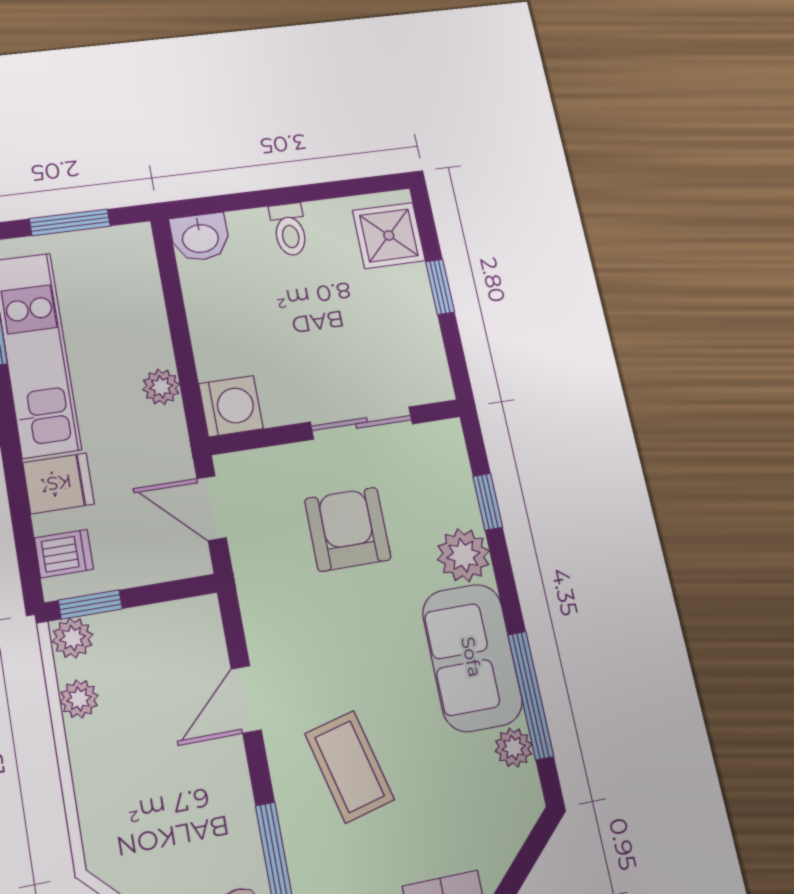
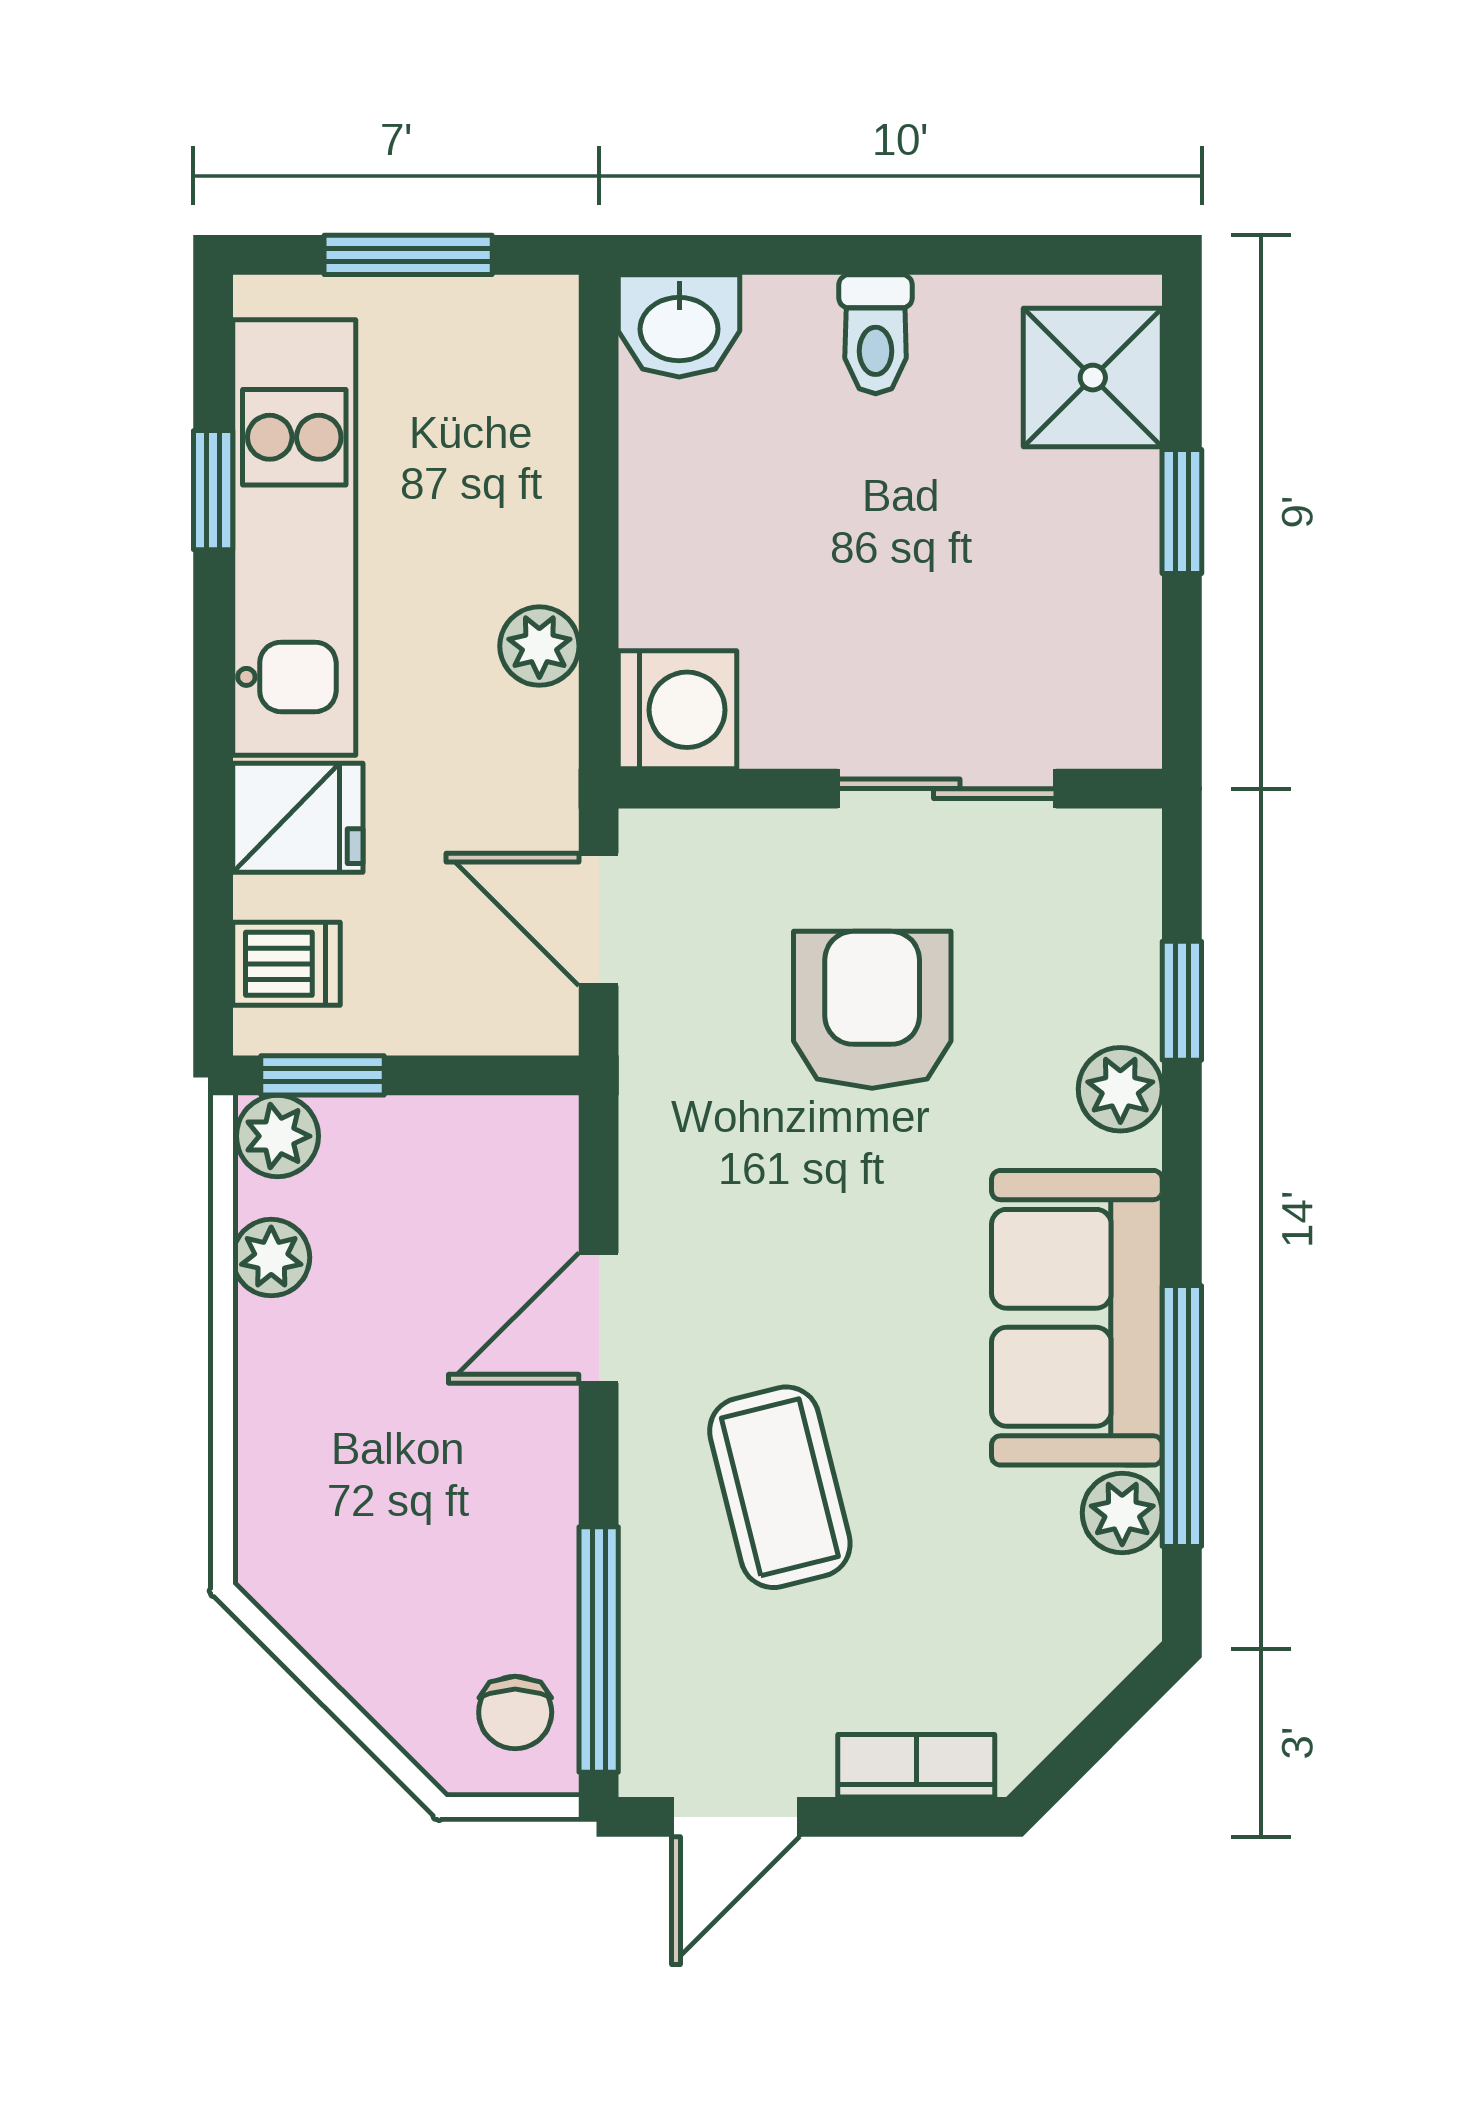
plant: (463, 555) -> (1120, 1089), width x0.73, depth x0.73

